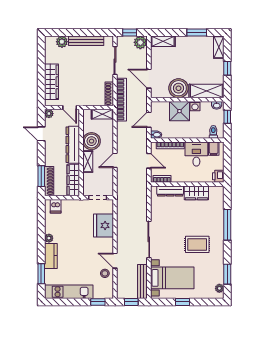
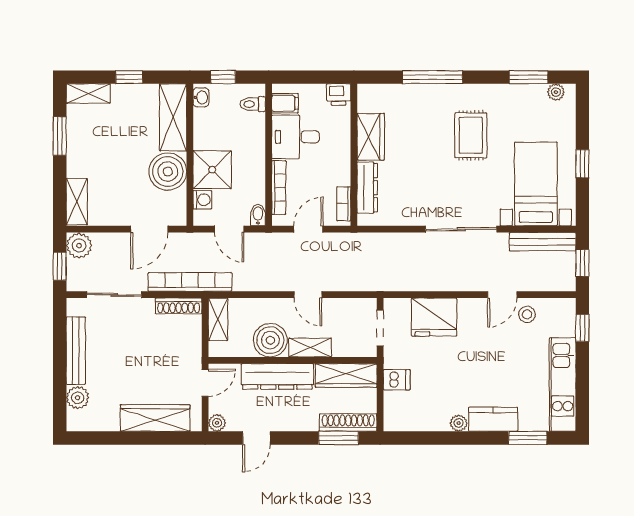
washing machine: (195, 106) -> (202, 200), moved
dishwasher: (56, 206) -> (397, 380), moved

